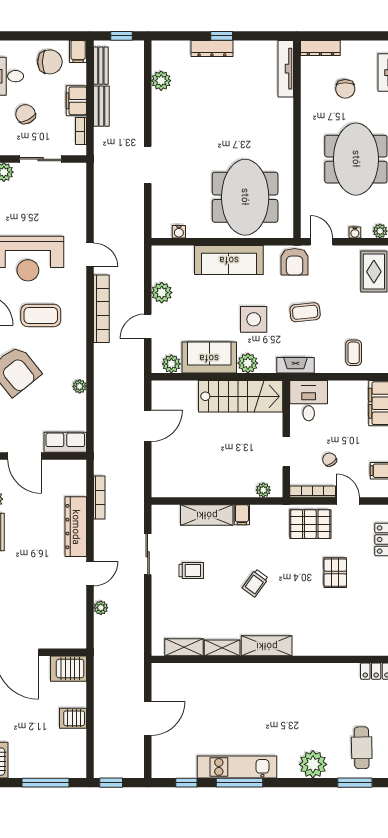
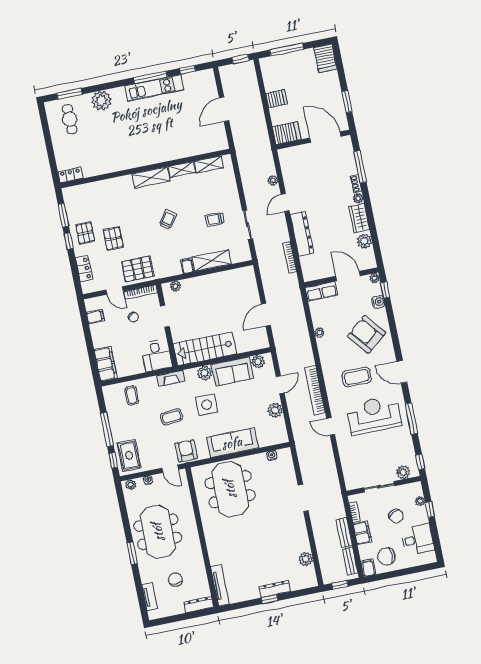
pallet: (372, 588) -> (85, 233), added

